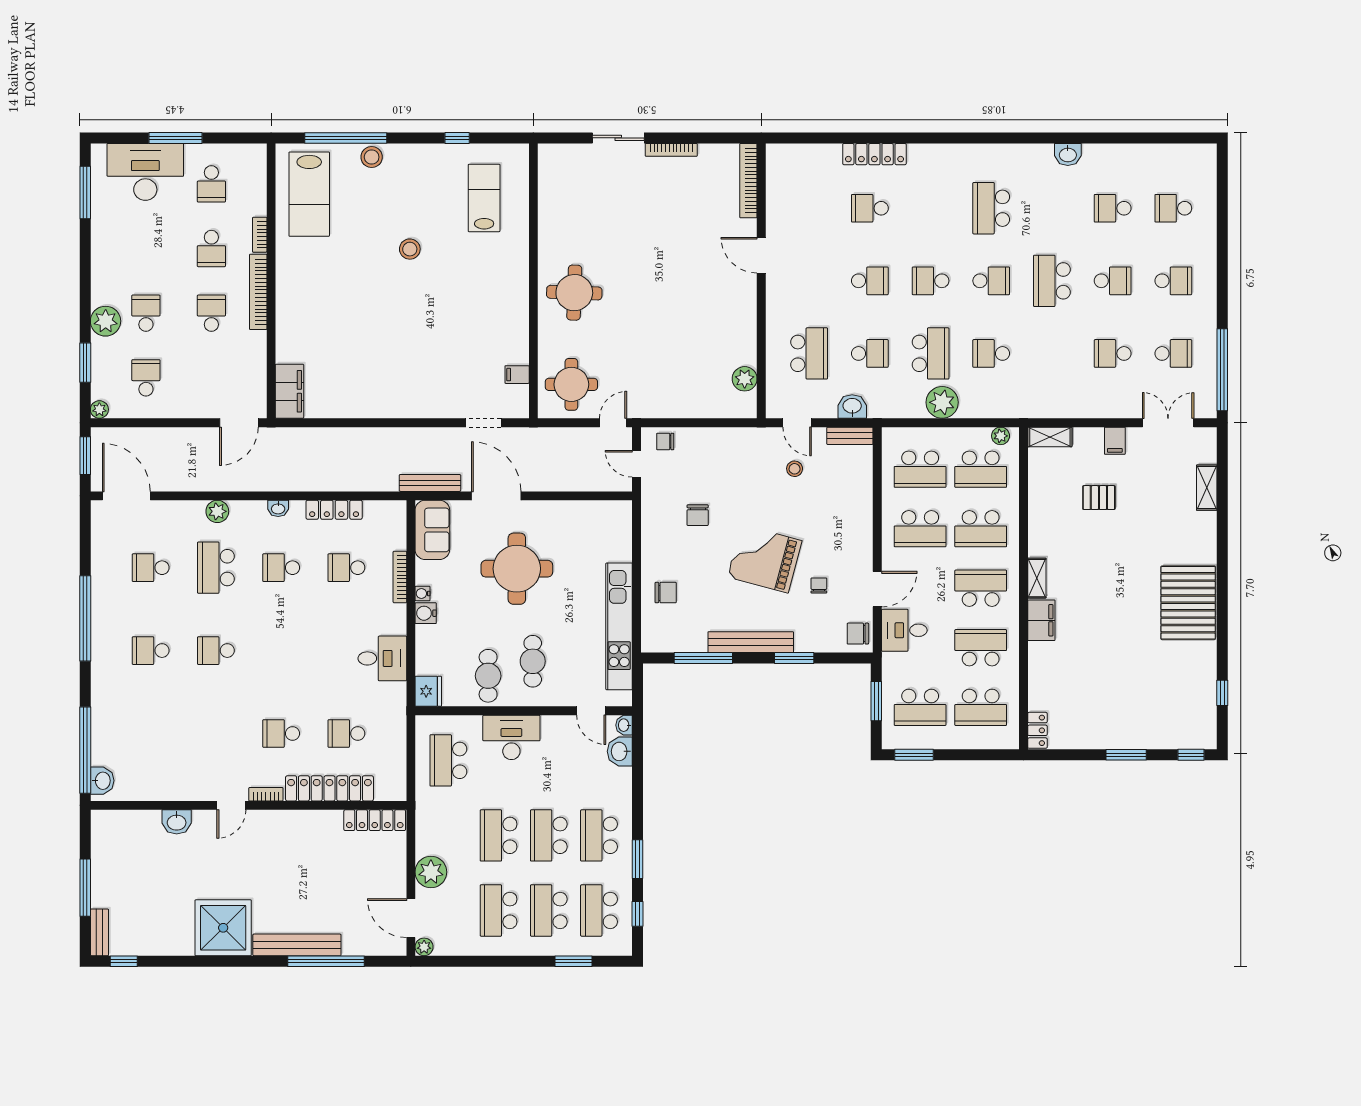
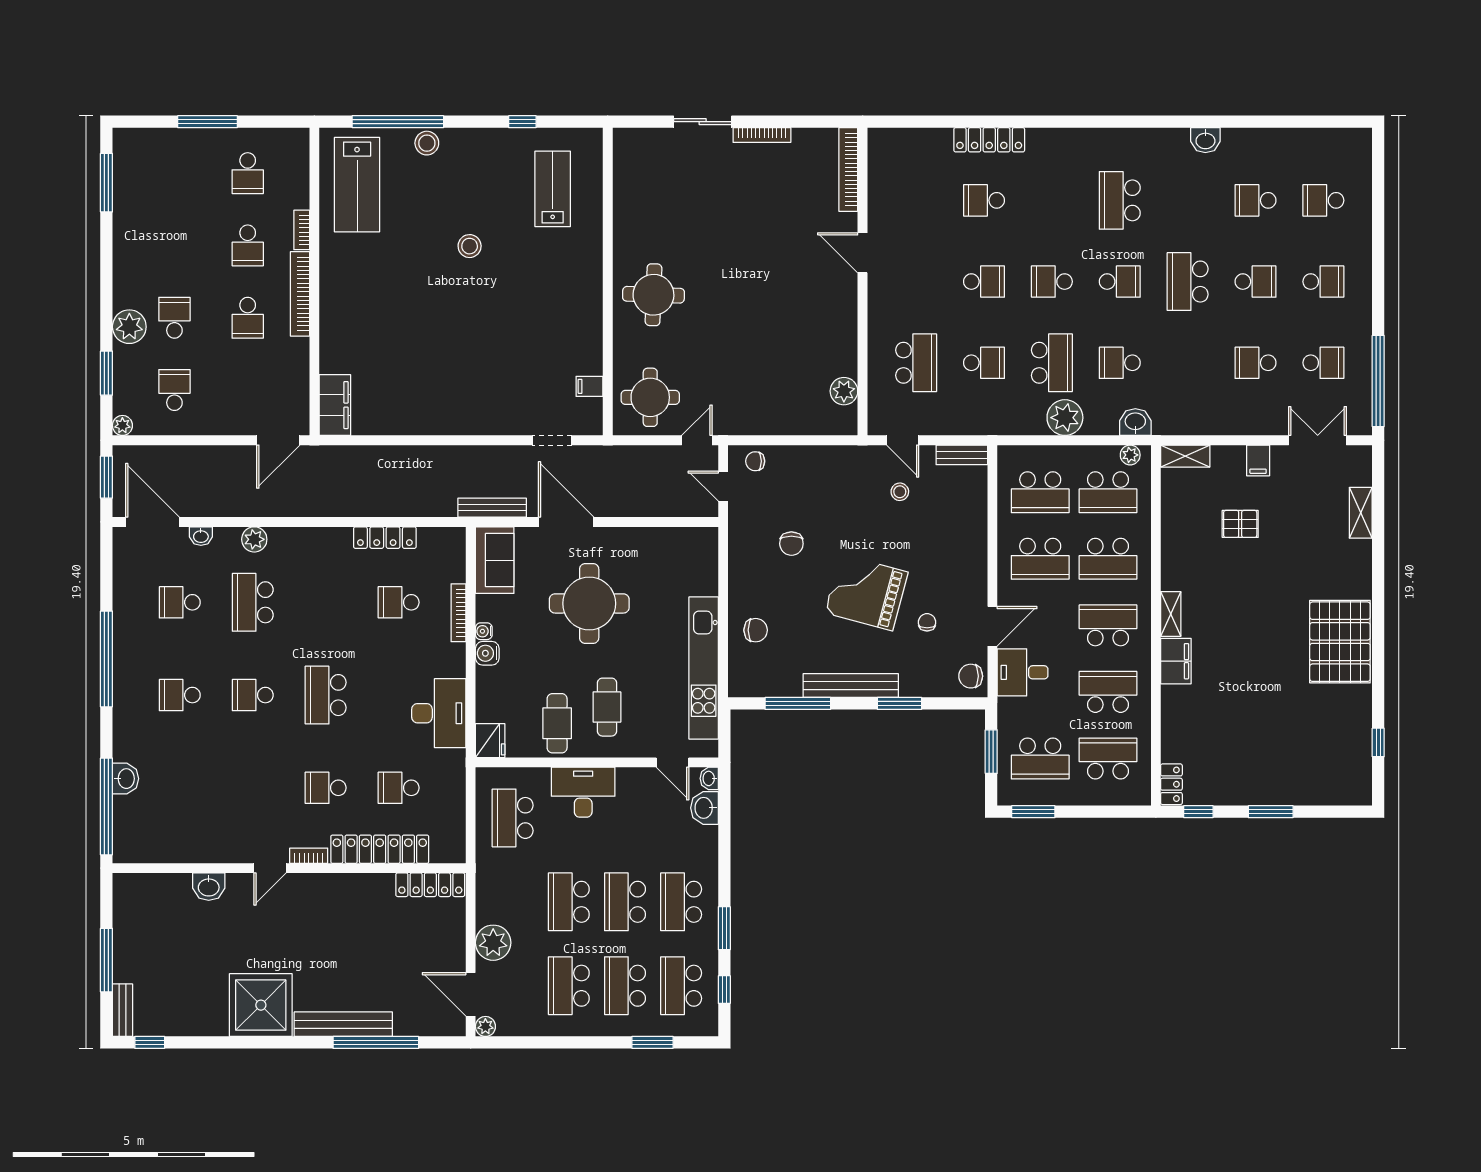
desk: (145, 172) -> (174, 160), removed
school desk: (211, 313) -> (248, 318), turned 180
washbasin: (852, 406) -> (1135, 422), moved
washbasin: (278, 508) -> (201, 536), moved
school desk: (281, 568) -> (326, 695), moved, width x1.85
desk: (382, 658) -> (439, 713), width x1.37
school desk: (981, 707) -> (1108, 758), turned 180
window: (1191, 755) -> (1198, 812), moved
washbasin: (102, 781) -> (125, 779), moved

